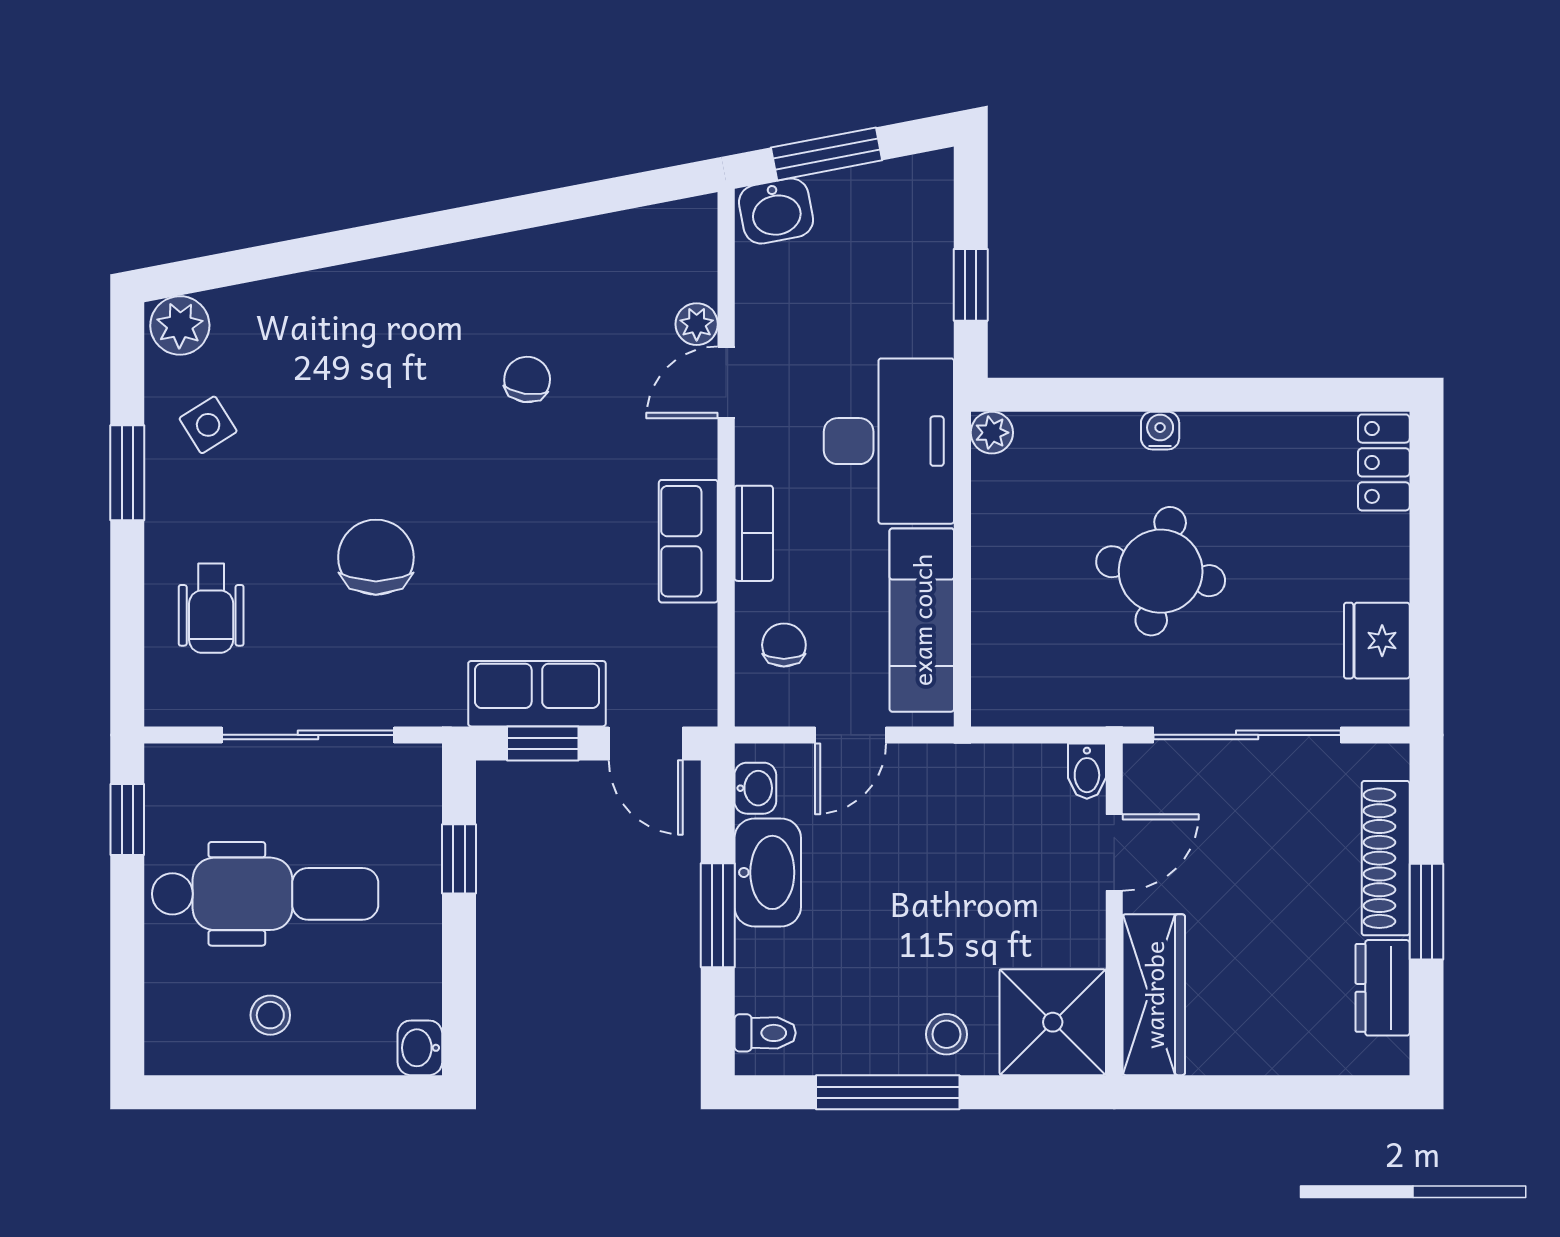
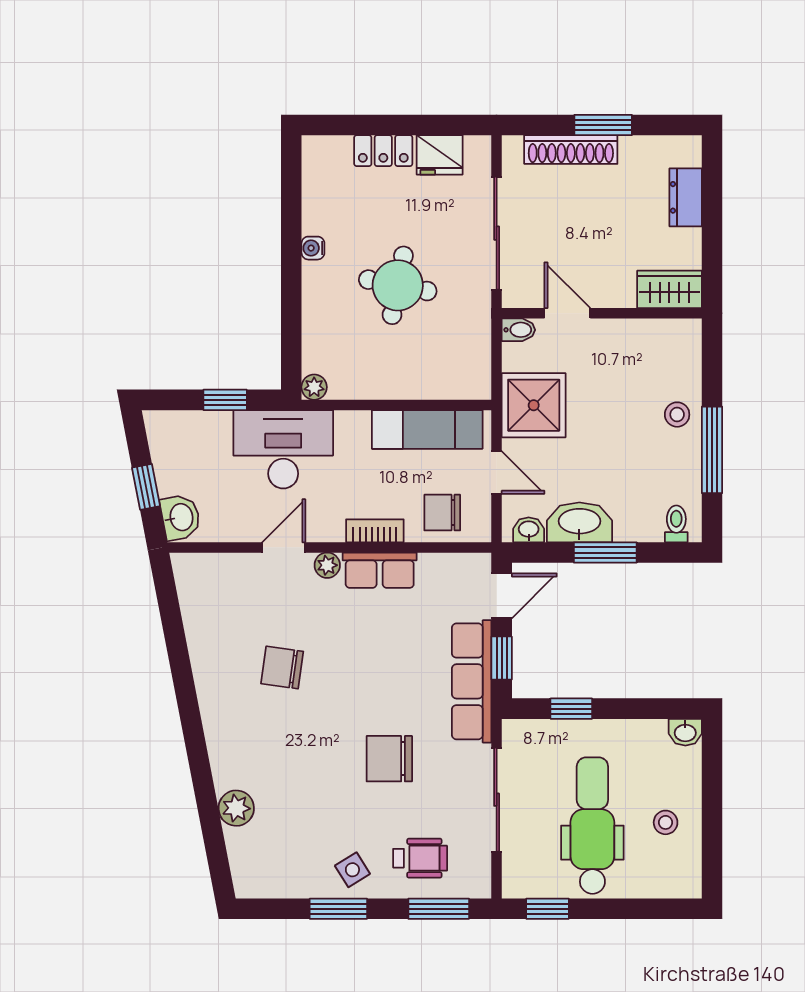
window: (827, 154) -> (146, 487), width x0.67
plant: (697, 324) -> (327, 565), moved
plant: (180, 325) -> (236, 808), moved
chair: (527, 380) -> (282, 668), width x1.37, depth x1.37
door: (726, 382) -> (284, 547), swing flipped
side table: (208, 425) -> (352, 870), moved
water cooler: (1160, 431) -> (313, 248), moved
desk: (889, 441) -> (283, 449), moved
locker: (1384, 462) -> (383, 151), moved
window: (127, 639) -> (439, 909), added
chair: (784, 645) -> (442, 513), width x1.37, depth x1.37
row of seats: (537, 694) -> (472, 681), width x1.48
dresser: (1383, 988) -> (686, 197), moved, turned 90
wardrobe: (1154, 995) -> (669, 289), width x0.67
shower: (1053, 1022) -> (534, 405), moved

